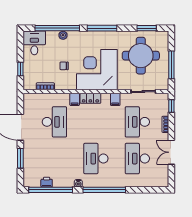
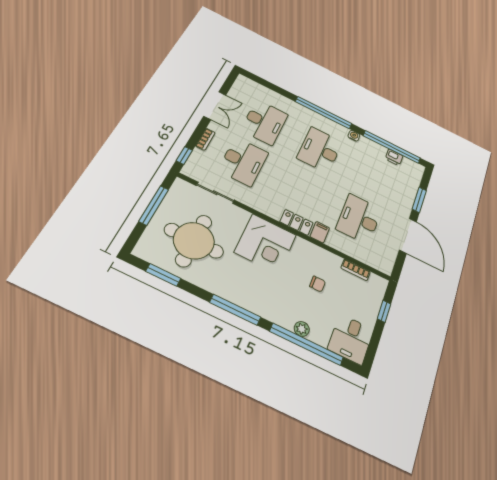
corner desk: (97, 70) -> (266, 244), width x0.74, depth x0.74
filing cabinet: (115, 99) -> (261, 203), removed
desk: (96, 159) -> (320, 150), turned 180

